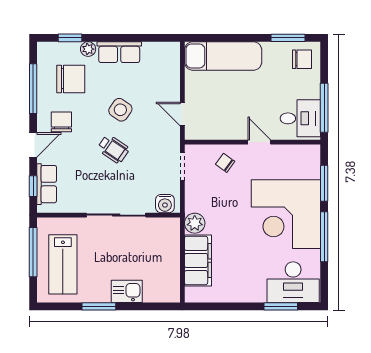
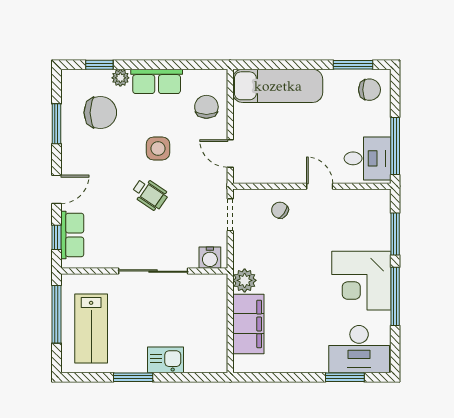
window: (33, 89) -> (56, 124), width x0.69
side table: (120, 110) -> (158, 148), turned -34
chair: (61, 122) -> (206, 107), moved
corner desk: (286, 214) -> (361, 281), width x0.74, depth x0.74

